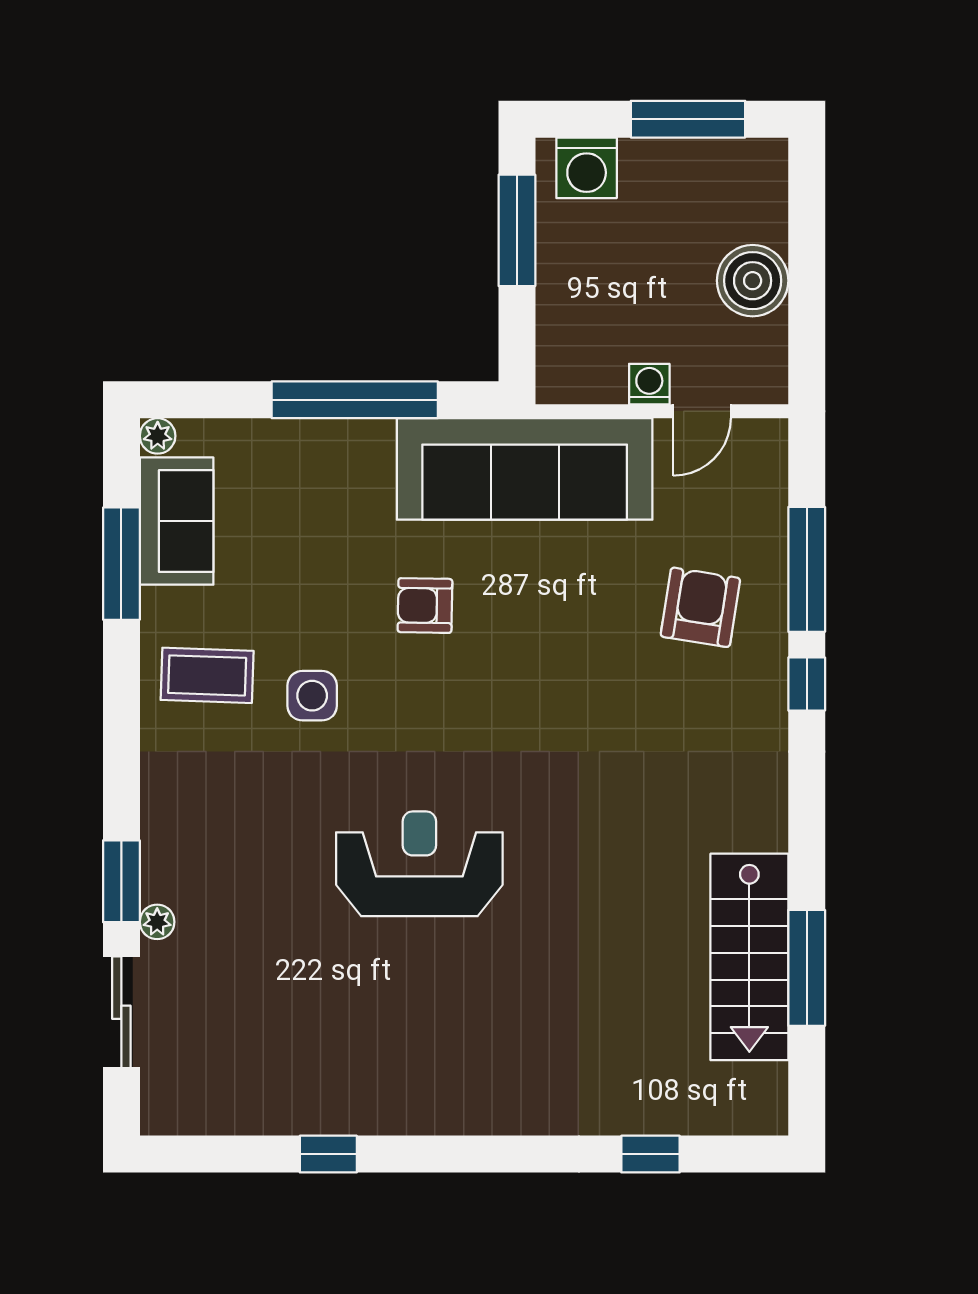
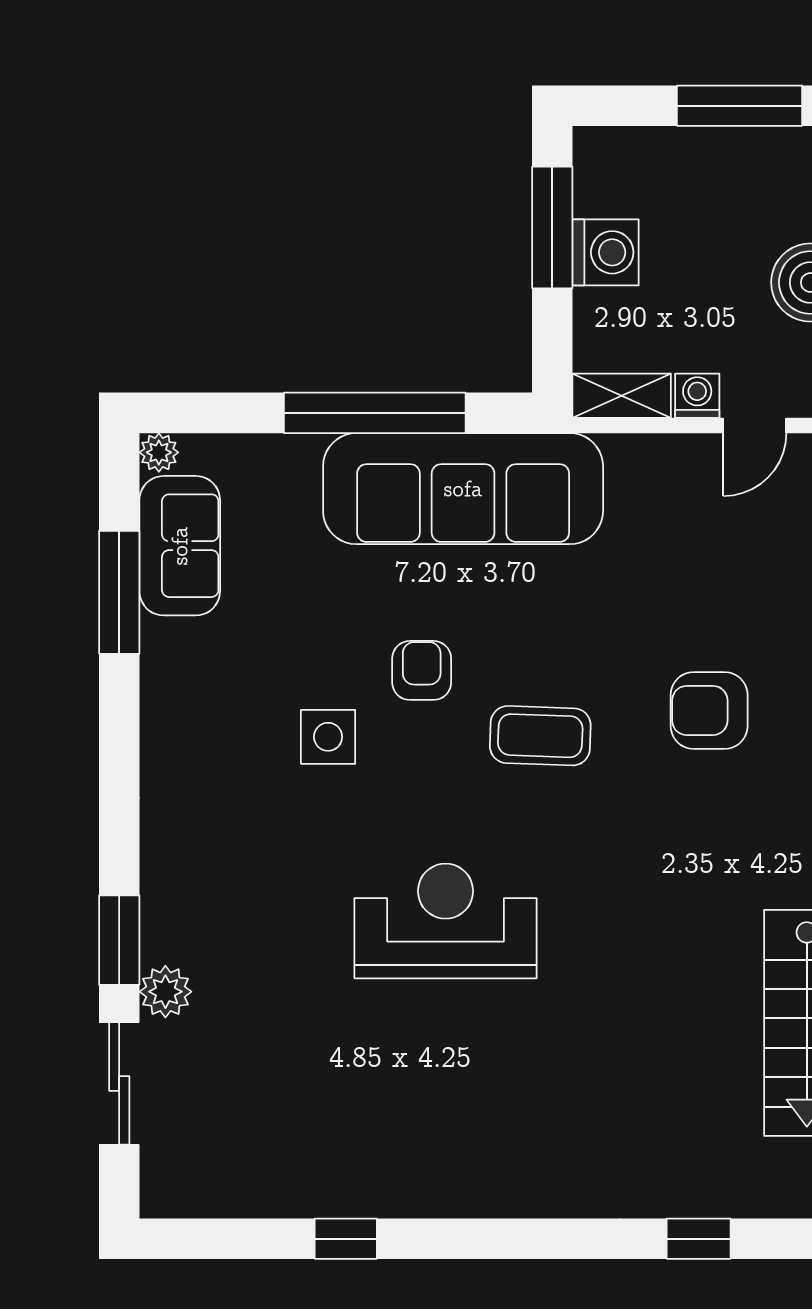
washing machine: (587, 168) -> (606, 252), moved, turned -90
shelving: (580, 384) -> (622, 396), added
sofa: (525, 469) -> (463, 489), moved
armchair: (425, 606) -> (422, 670), moved, turned 89
armchair: (700, 607) -> (709, 710), moved, turned -99
coffee table: (207, 675) -> (540, 736), moved
plant: (157, 922) -> (165, 992), width x1.38, depth x1.38

